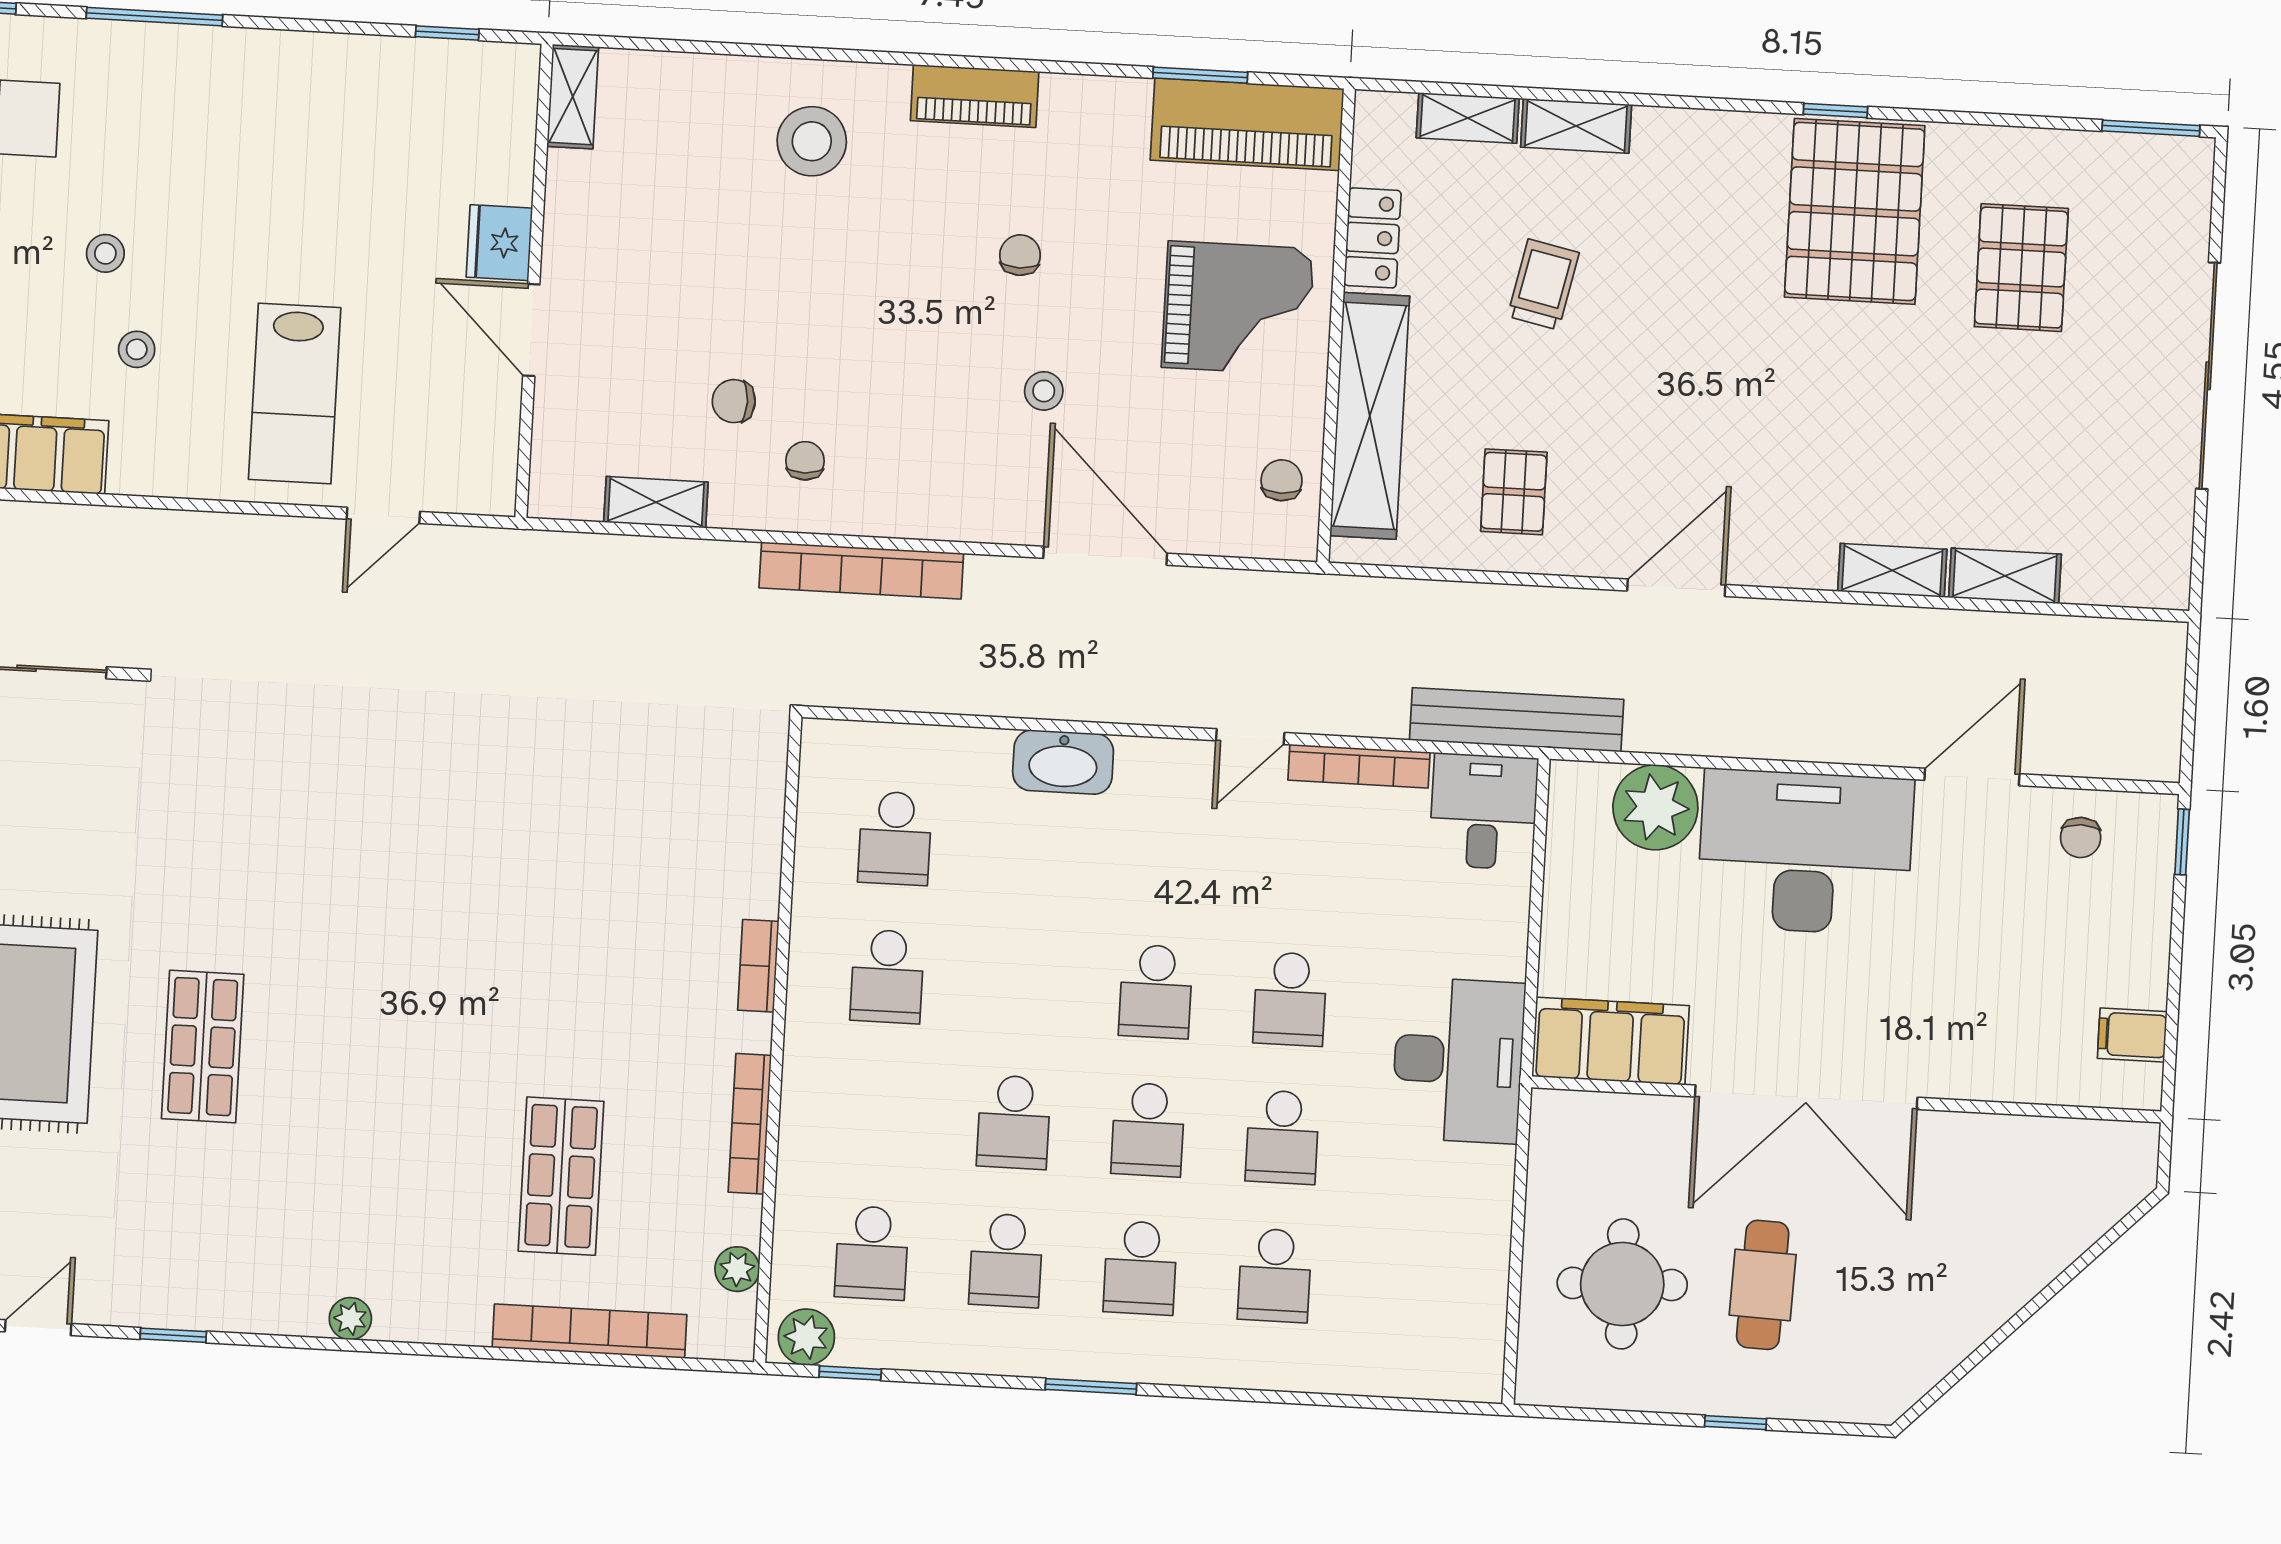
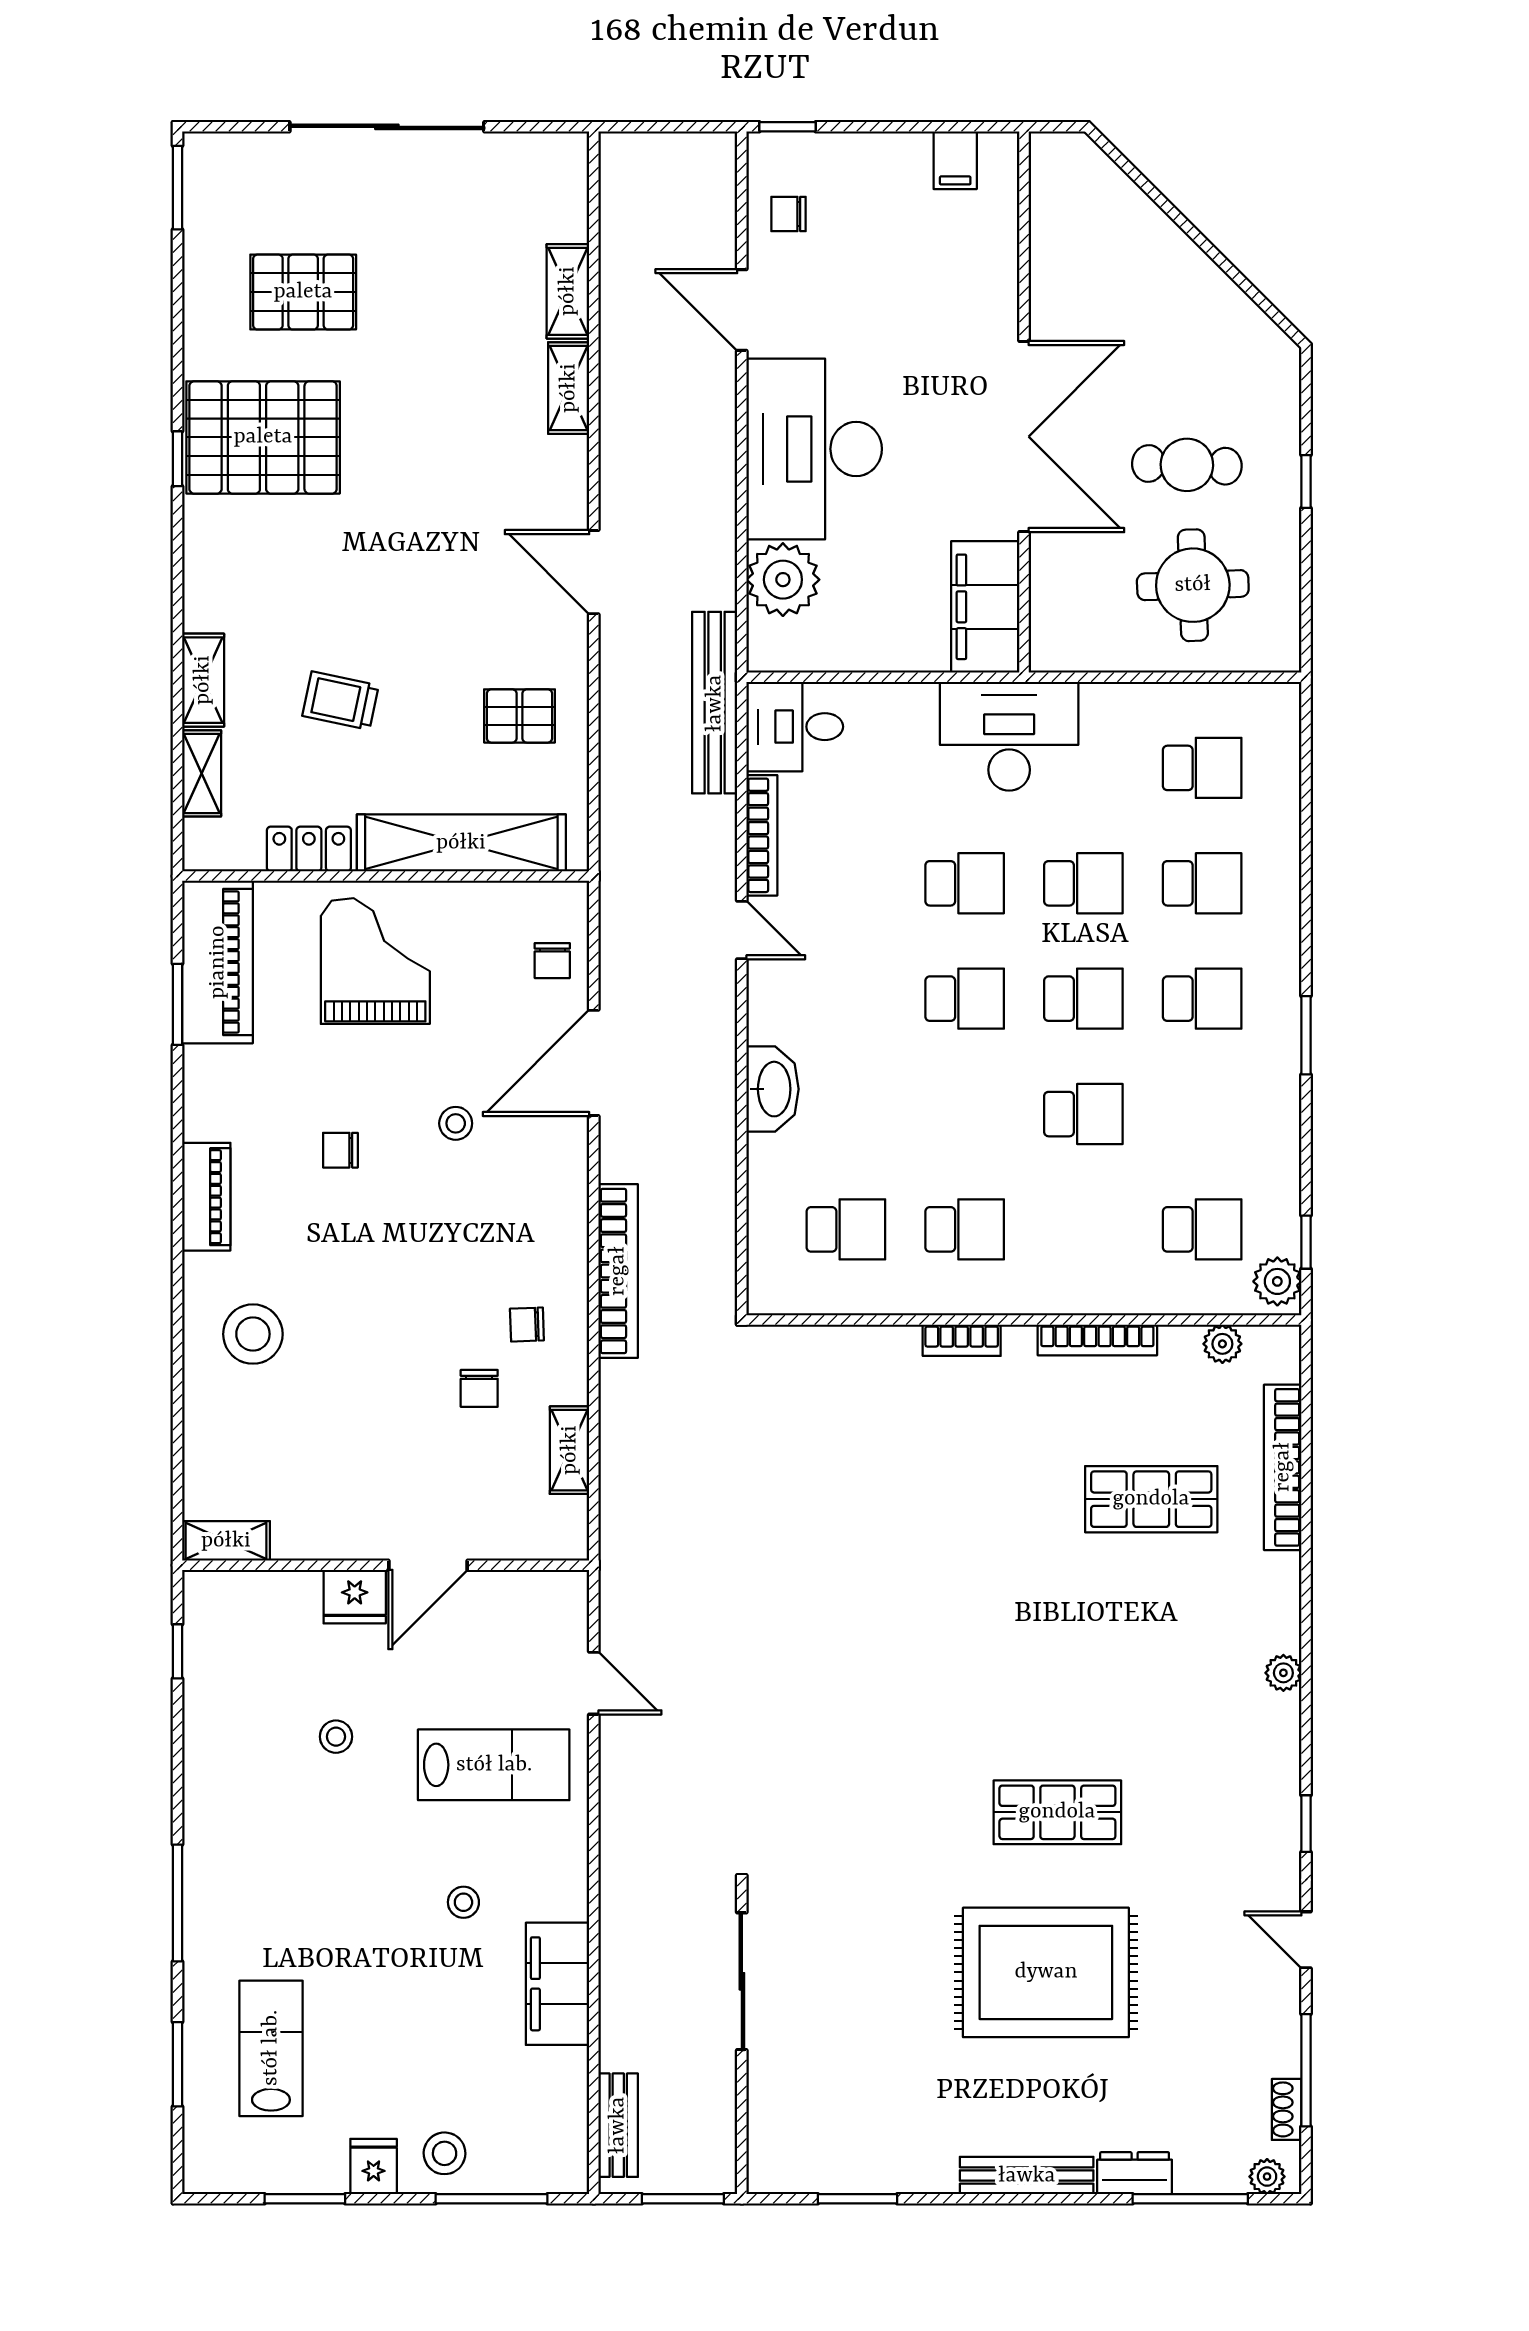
stool: (105, 253) -> (336, 1737), moved
chair: (1282, 480) -> (552, 961), moved, turned -90
chair: (2081, 838) -> (788, 214), turned 180
school desk: (1006, 1260) -> (1202, 768), moved

